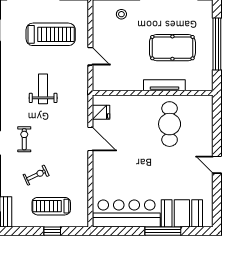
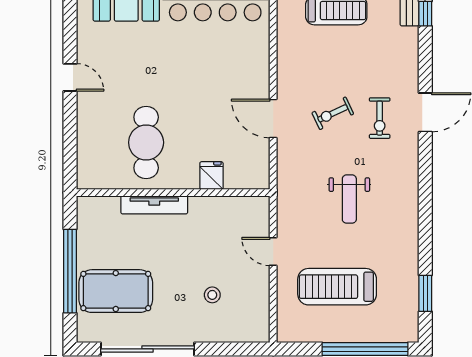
stool: (121, 14) -> (212, 295), moved
pool table: (172, 48) -> (116, 291), moved
fridge: (101, 112) -> (211, 176), moved, turned 90
exercise bike: (36, 175) -> (333, 113), moved

